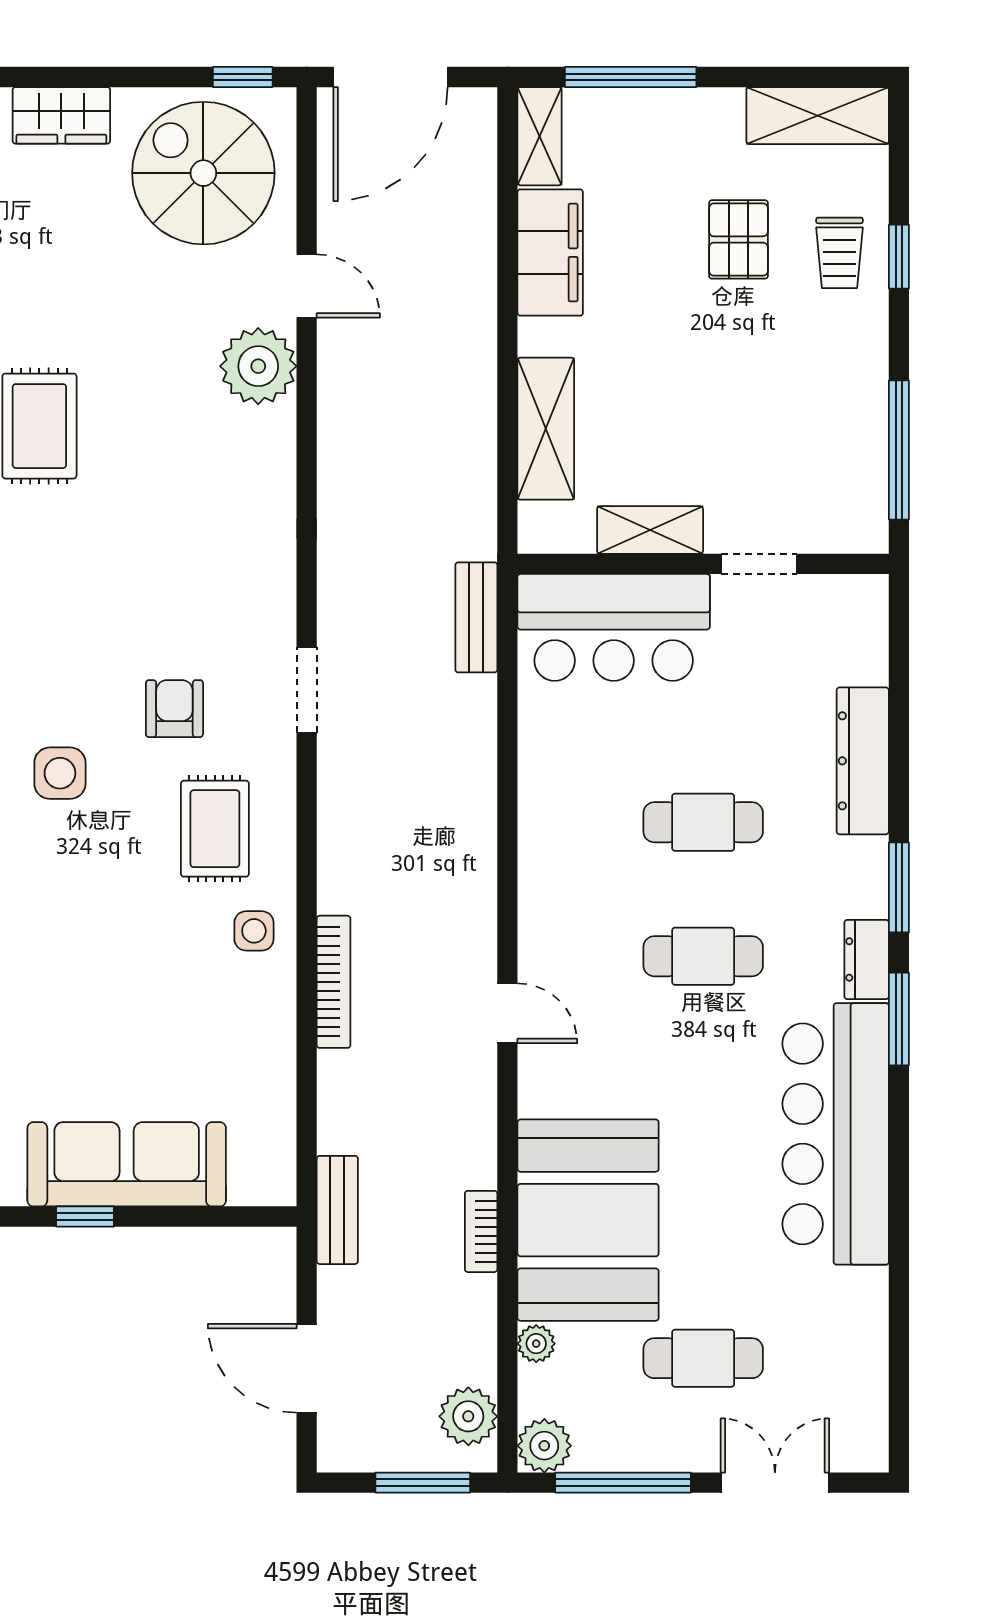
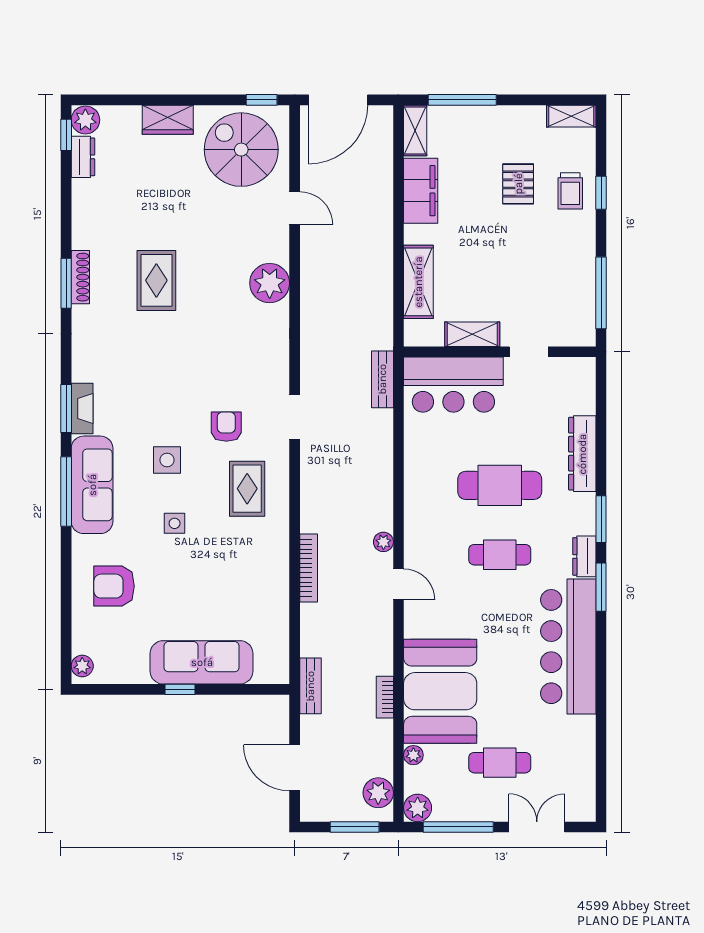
shelving: (818, 116) -> (571, 116), width x0.67, depth x0.75
plant: (258, 366) -> (270, 283), moved
cafe table: (703, 822) -> (500, 485), width x1.37, depth x1.35
side table: (254, 931) -> (175, 523), moved
plant: (478, 931) -> (383, 542), added

